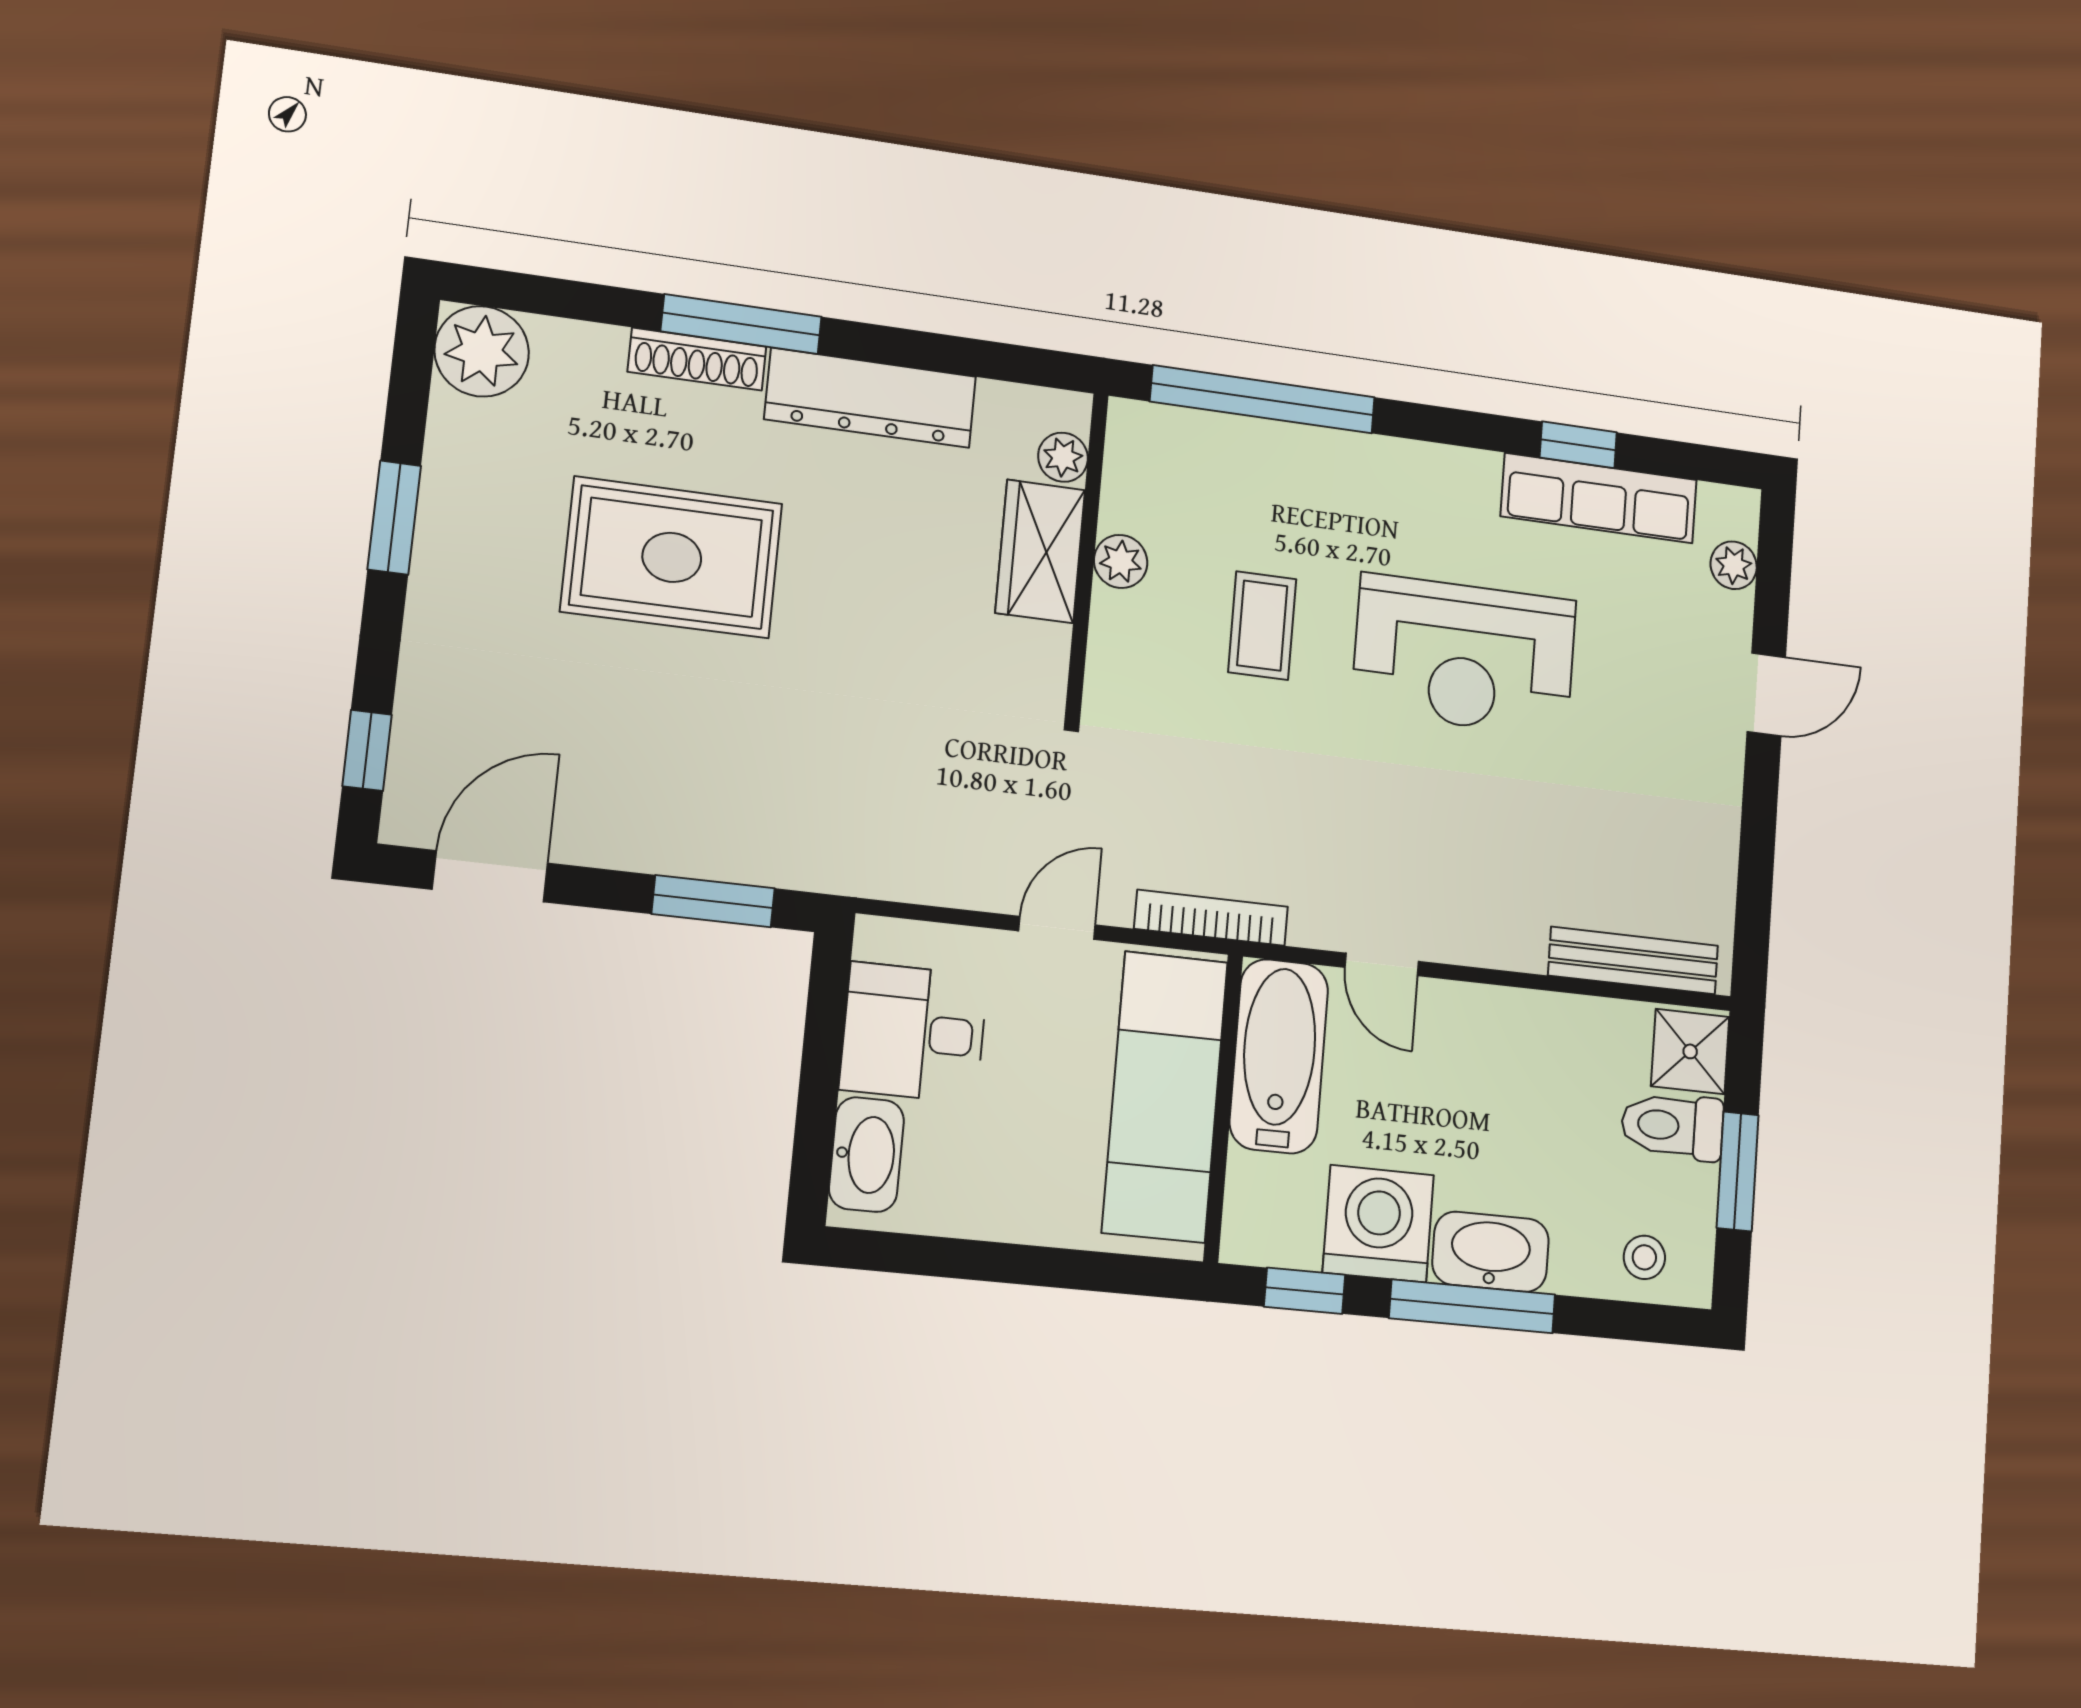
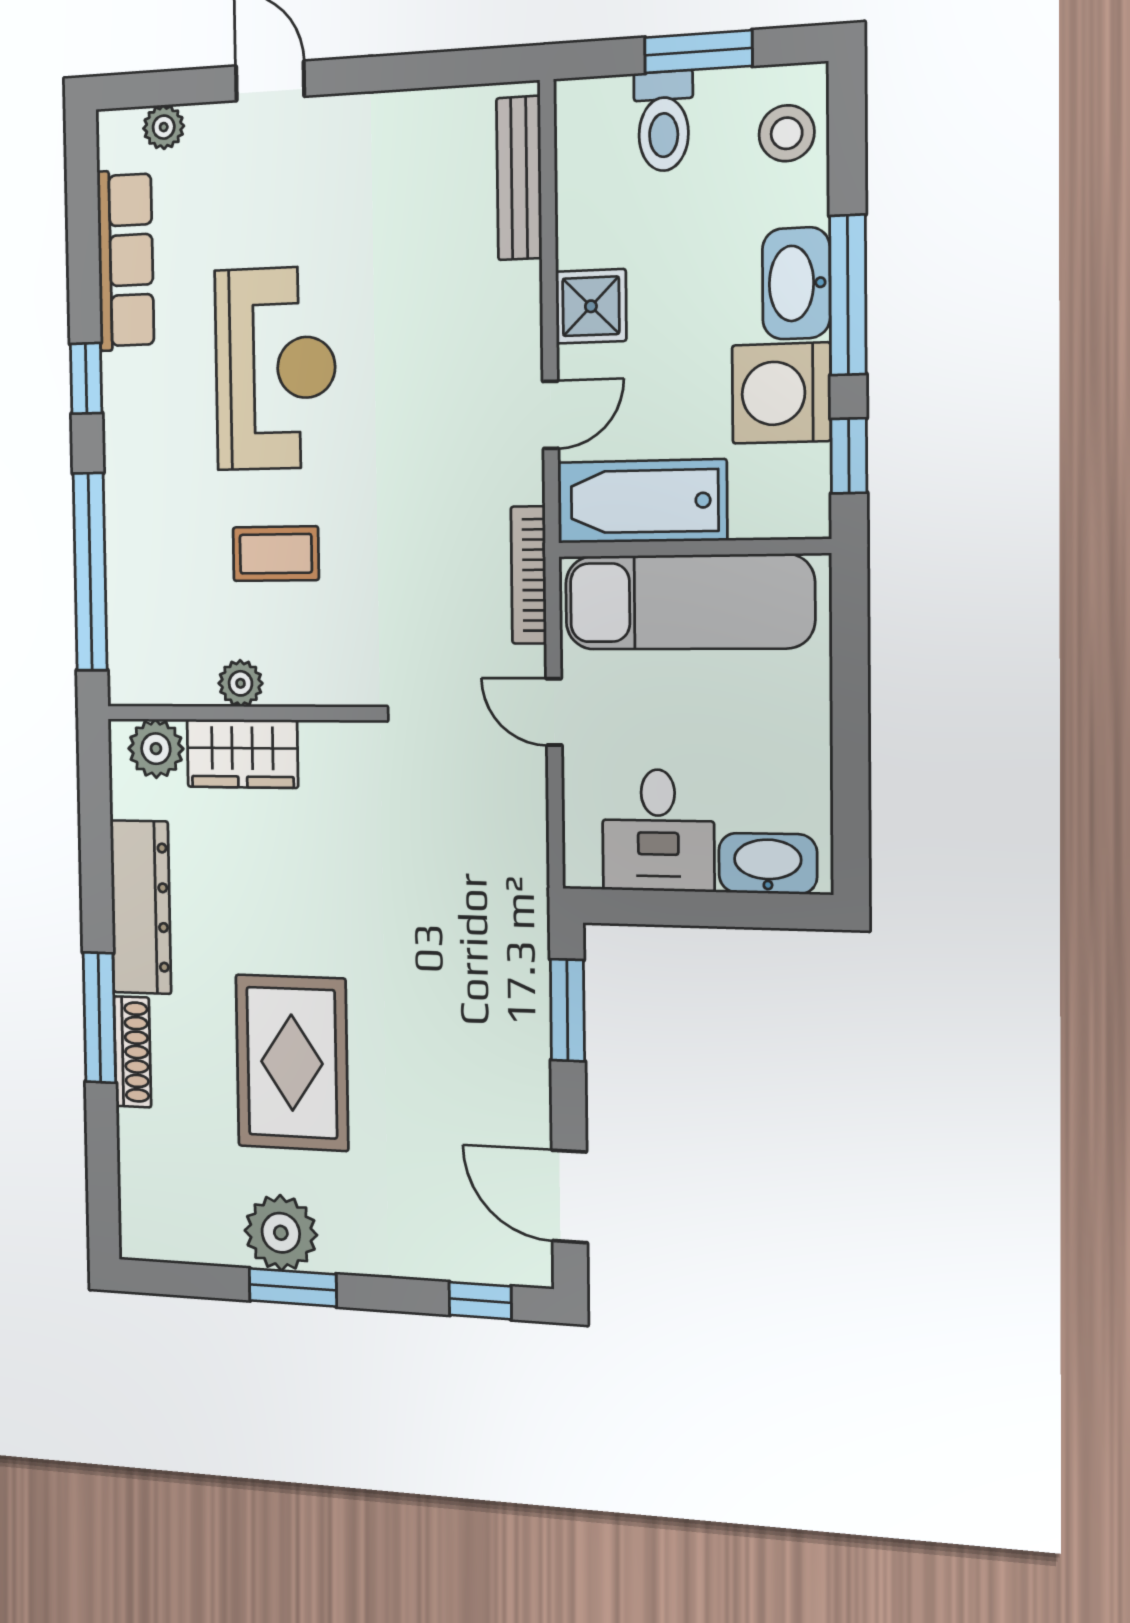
plant: (482, 351) -> (281, 1233), moved
window: (1578, 445) -> (86, 378), moved
plant: (1063, 457) -> (156, 749), width x1.38, depth x1.38
shower: (1690, 1051) -> (591, 306), moved
stool: (1644, 1257) -> (787, 133), width x1.37, depth x1.37

